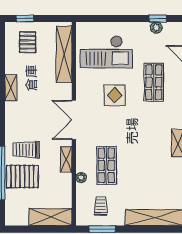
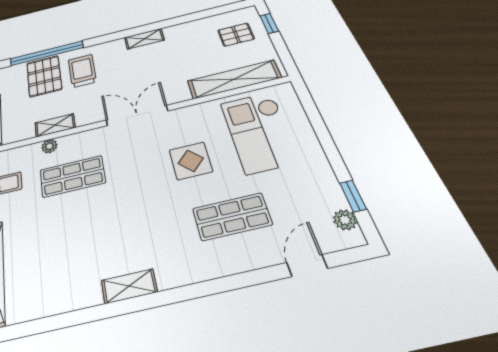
plant: (156, 28) -> (345, 220), moved
shelving: (11, 88) -> (144, 39), moved
shelving: (66, 159) -> (55, 125), moved

